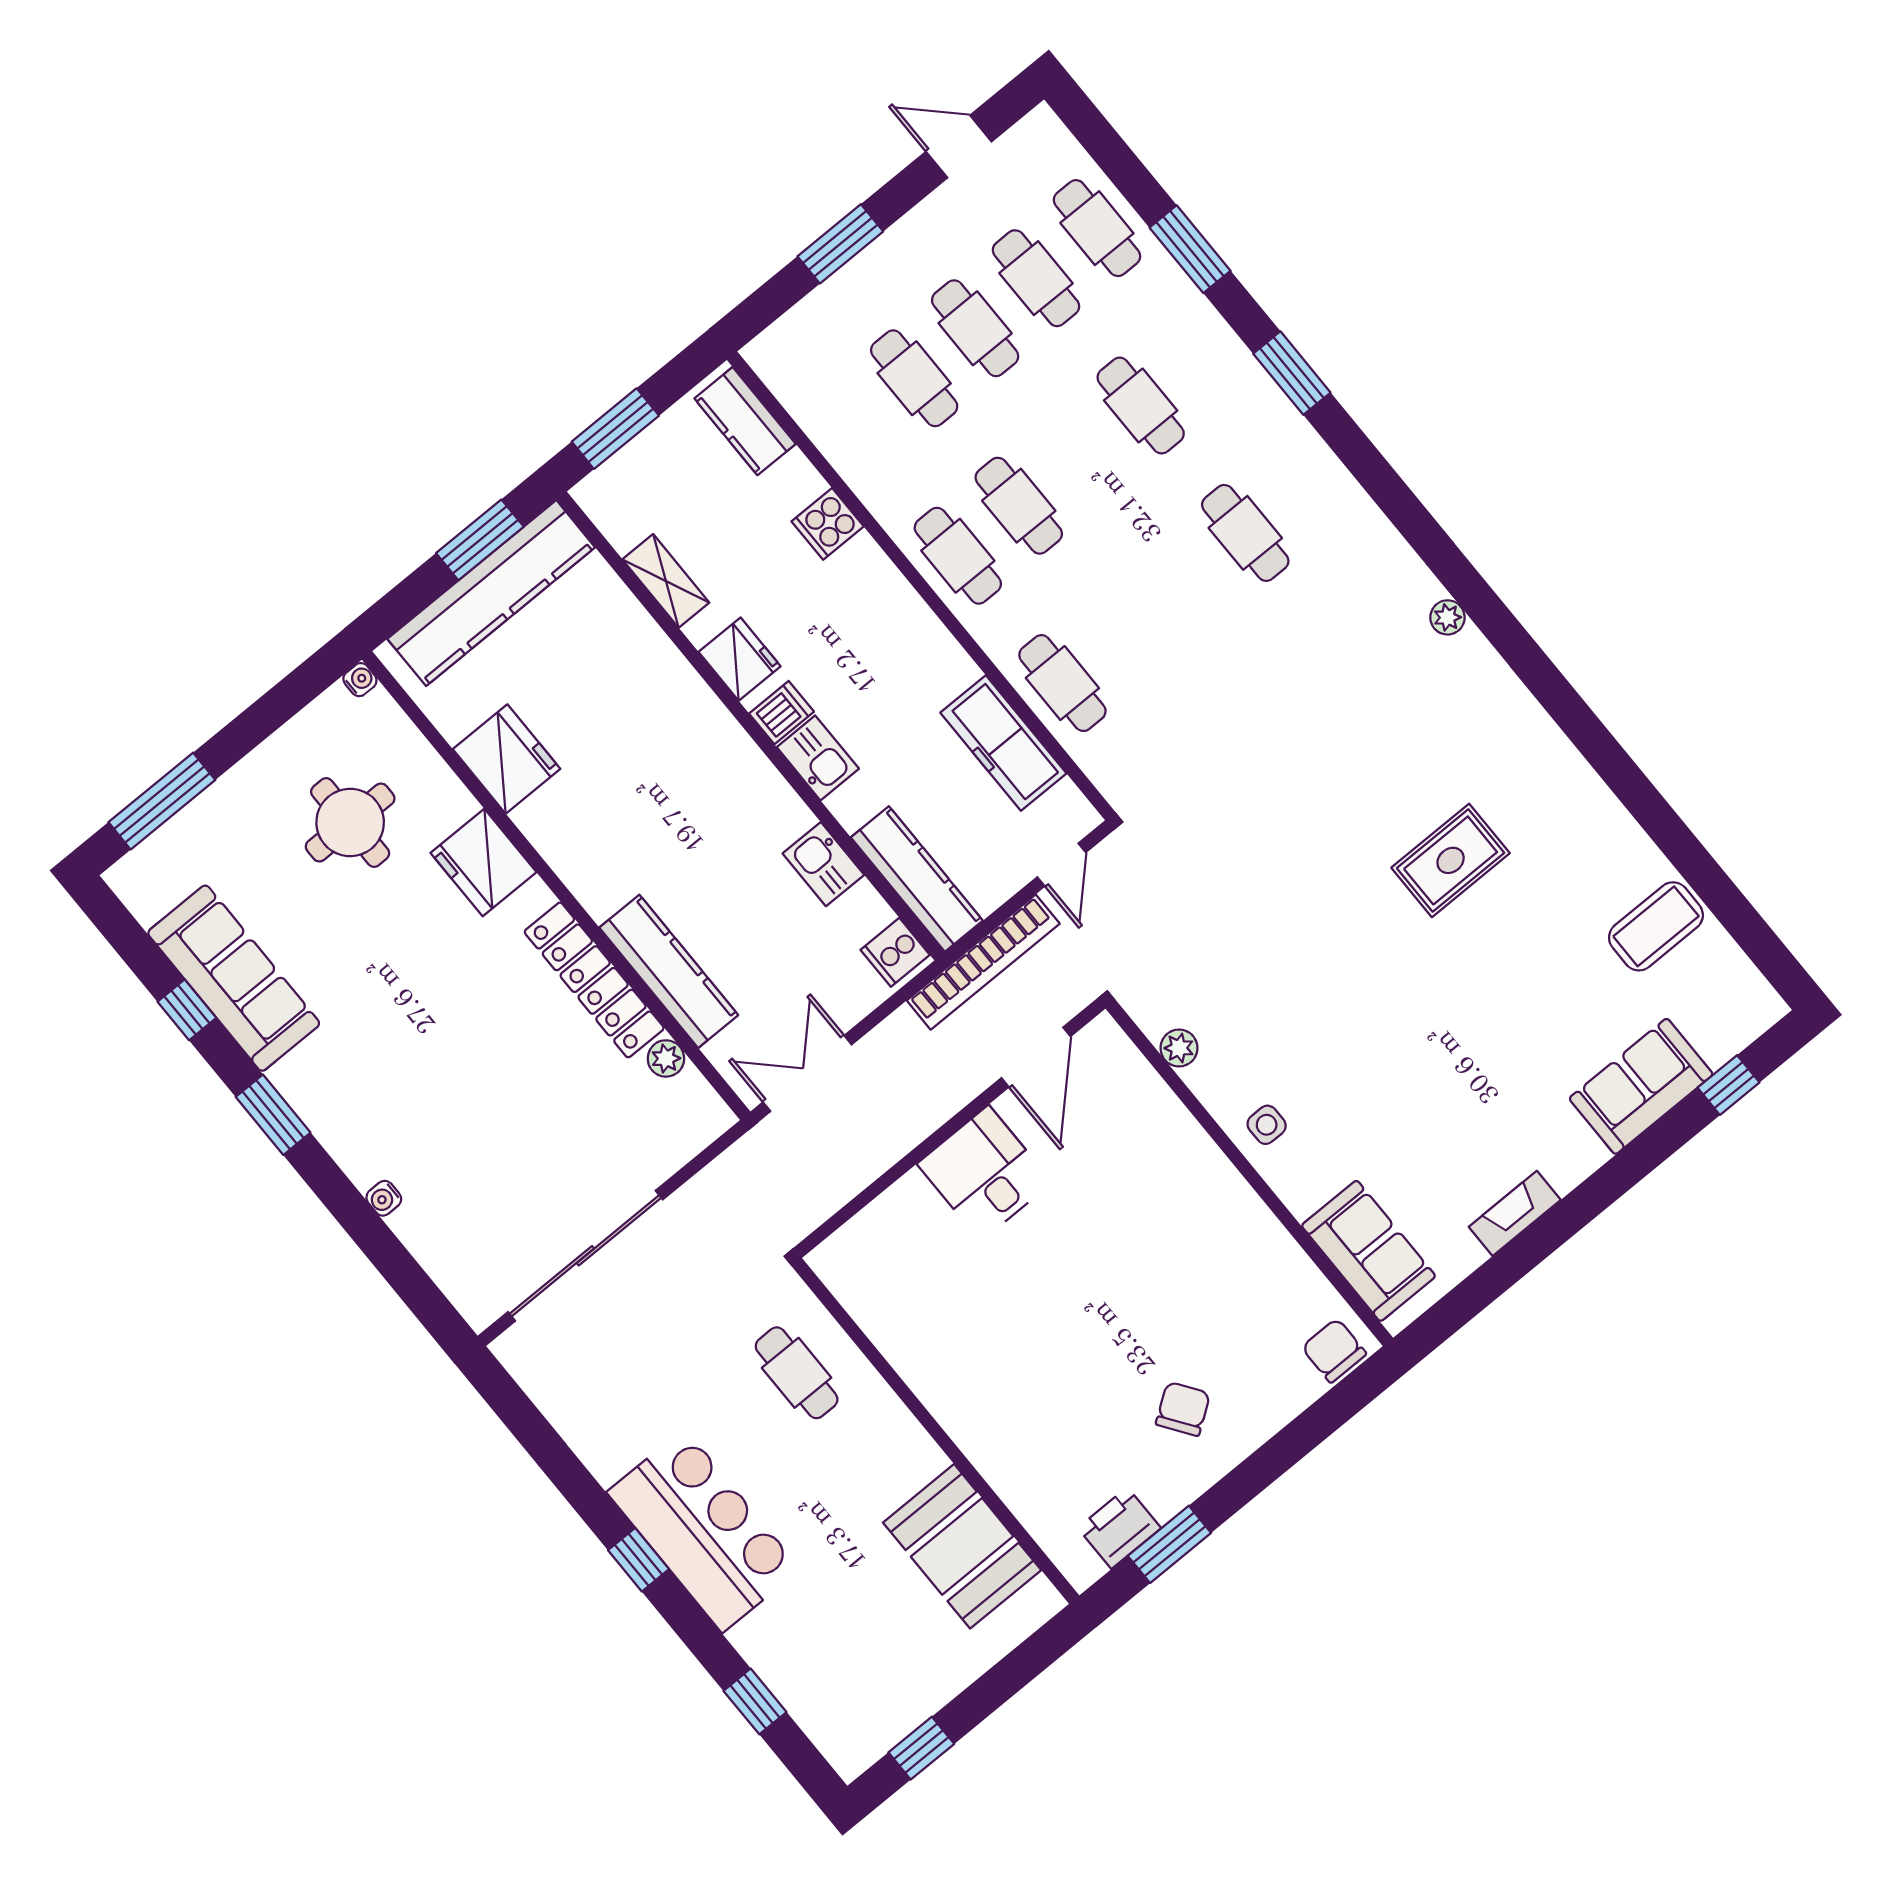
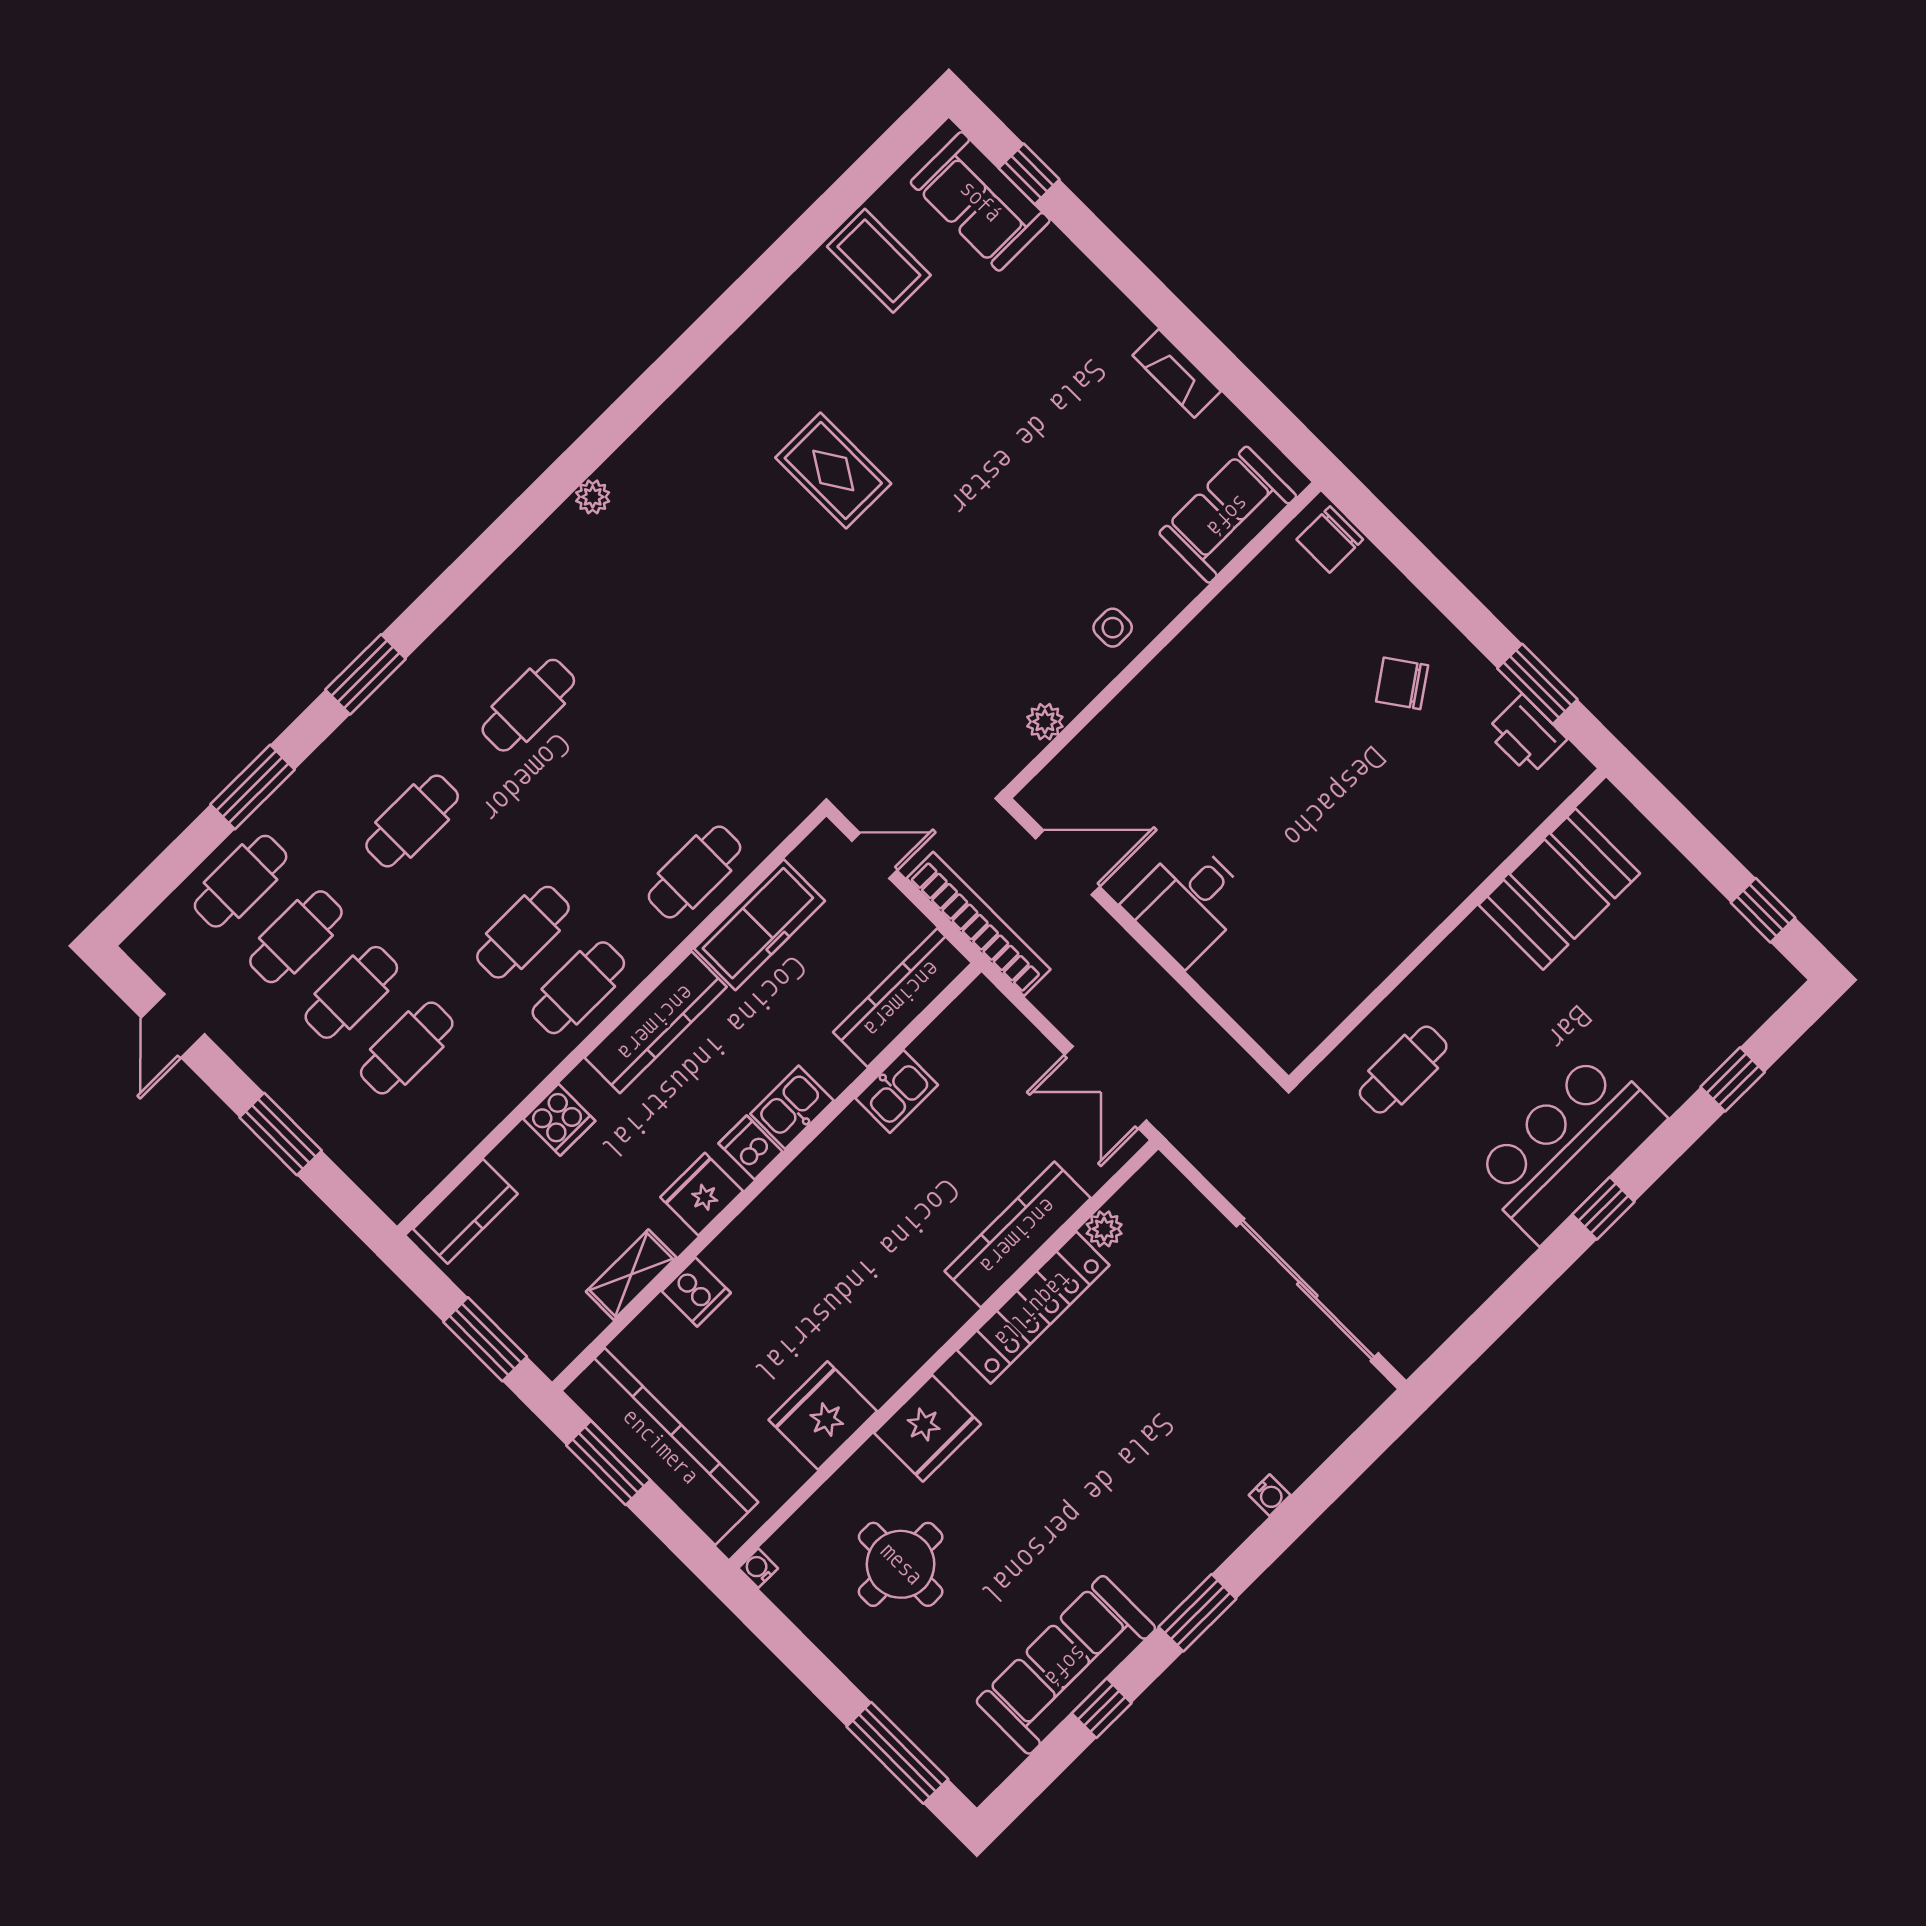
kitchen counter: (916, 630) -> (656, 1022), added
cooker: (895, 952) -> (696, 1292), moved
sofa: (1641, 1086) -> (980, 201), moved

